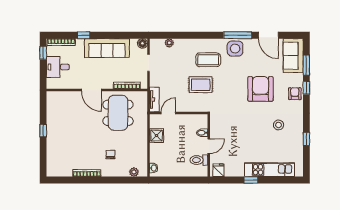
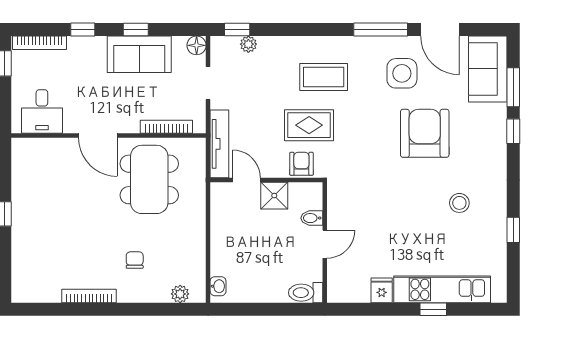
window: (111, 35) -> (136, 30), added
window: (164, 35) -> (237, 30), added
sofa: (107, 48) -> (139, 54), width x0.73
side table: (235, 49) -> (402, 73), moved
desk: (58, 67) -> (42, 111), moved, turned -90
armchair: (295, 94) -> (301, 164), moved
tv unit: (154, 100) -> (219, 144), width x1.41
door: (168, 113) -> (247, 180), hinge flipped
shower: (157, 136) -> (274, 196), moved
toilet: (199, 160) -> (306, 293), moved
fridge: (219, 170) -> (382, 290), moved
window: (251, 180) -> (433, 309), moved

